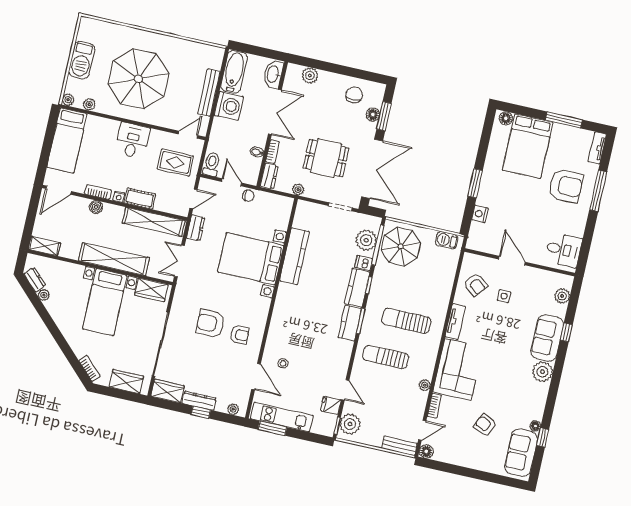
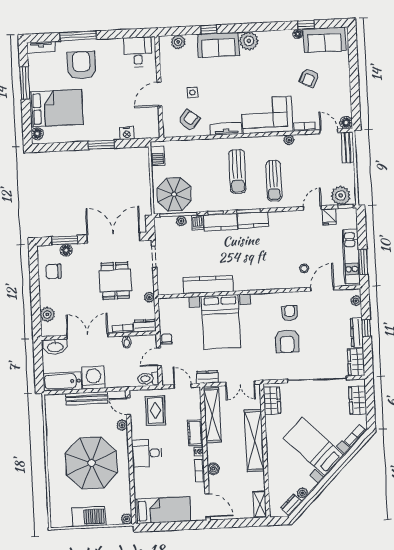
plant: (89, 104) -> (122, 425), moved
plant: (366, 240) -> (181, 221), width x0.53, depth x0.53
bed with nightstands: (105, 302) -> (313, 447), moved, turned -135

